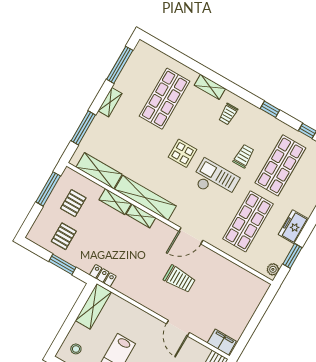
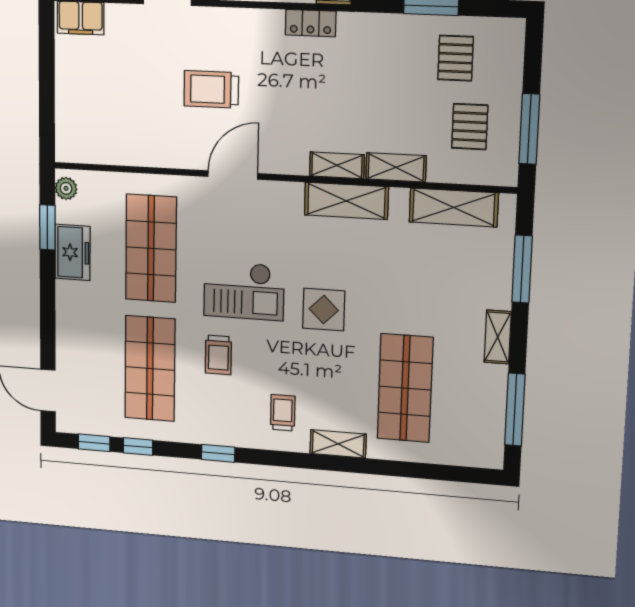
shelving: (145, 198) -> (346, 201), width x0.68
freezer: (293, 227) -> (73, 252), moved
locker: (103, 276) -> (311, 23), moved

